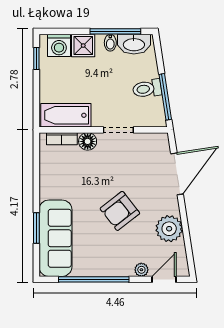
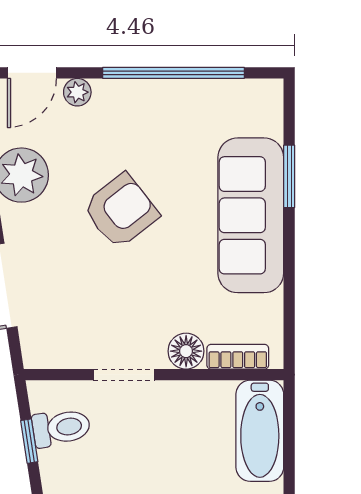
toilet: (147, 89) -> (61, 428), moved
window: (165, 97) -> (29, 441), width x0.46
bathtub: (66, 115) -> (260, 431), moved, turned 90
sofa: (55, 238) -> (251, 215), moved

